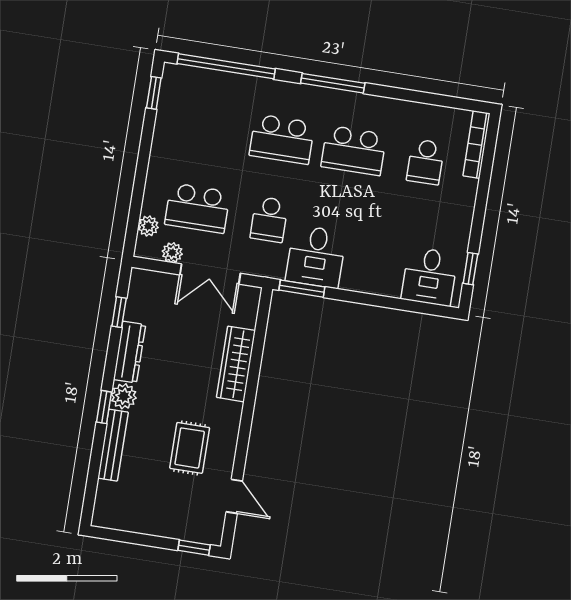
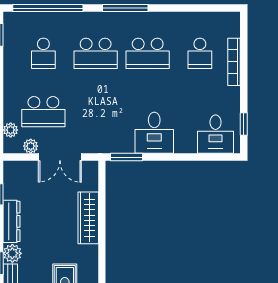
bookcase: (476, 145) -> (234, 62), moved
school desk: (269, 219) -> (43, 53), moved
desk: (316, 257) -> (154, 133), moved

